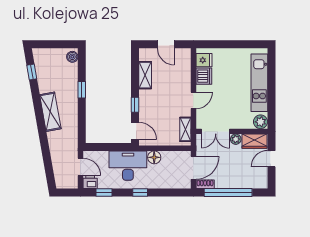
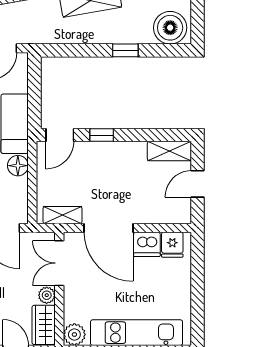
boiler: (72, 57) -> (170, 28), width x1.86, depth x1.86
shelving: (145, 75) -> (169, 151), moved
door: (193, 100) -> (109, 228), width x1.88

